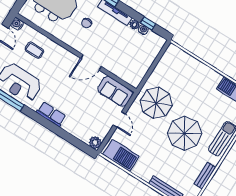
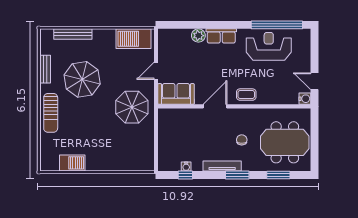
plant: (135, 25) -> (197, 166), removed
coffee table: (34, 50) -> (246, 95), moved
door: (119, 119) -> (156, 71), hinge flipped
parasol: (185, 133) -> (82, 79), moved
plant: (95, 143) -> (198, 36), moved

